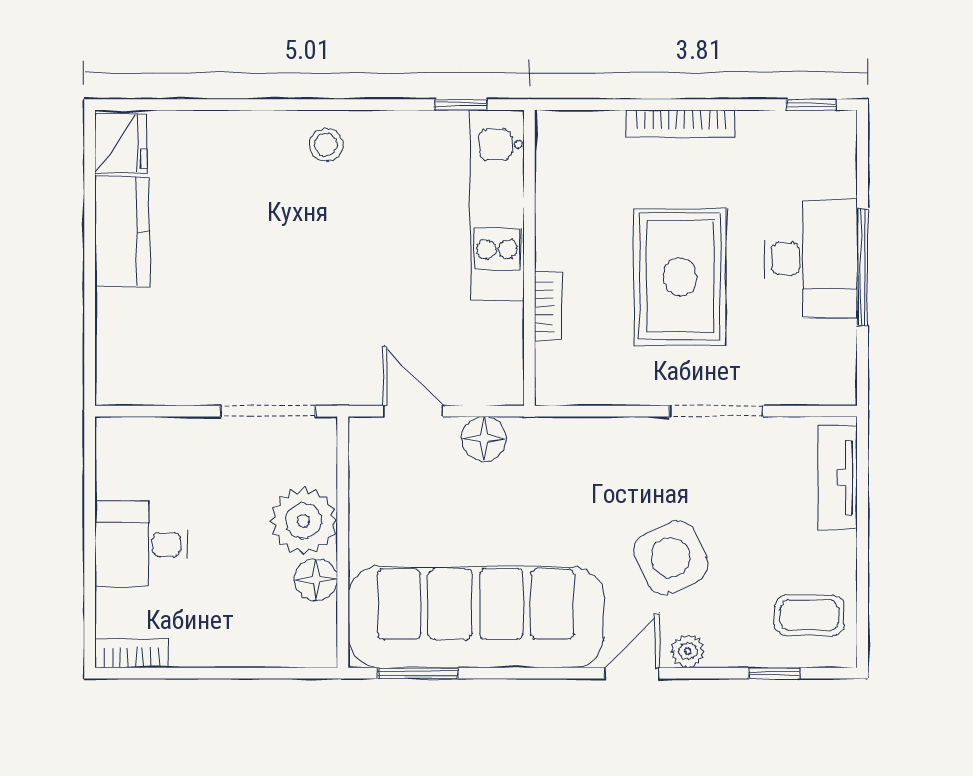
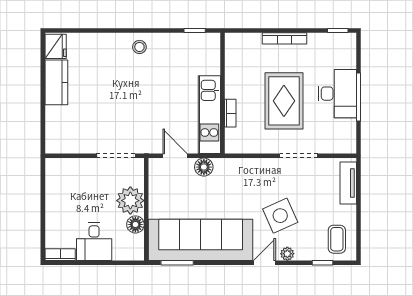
kitchen unit: (497, 205) -> (209, 115), moved
desk: (141, 544) -> (94, 242), moved, turned -90
coffee table: (809, 615) -> (337, 239), turned 90

